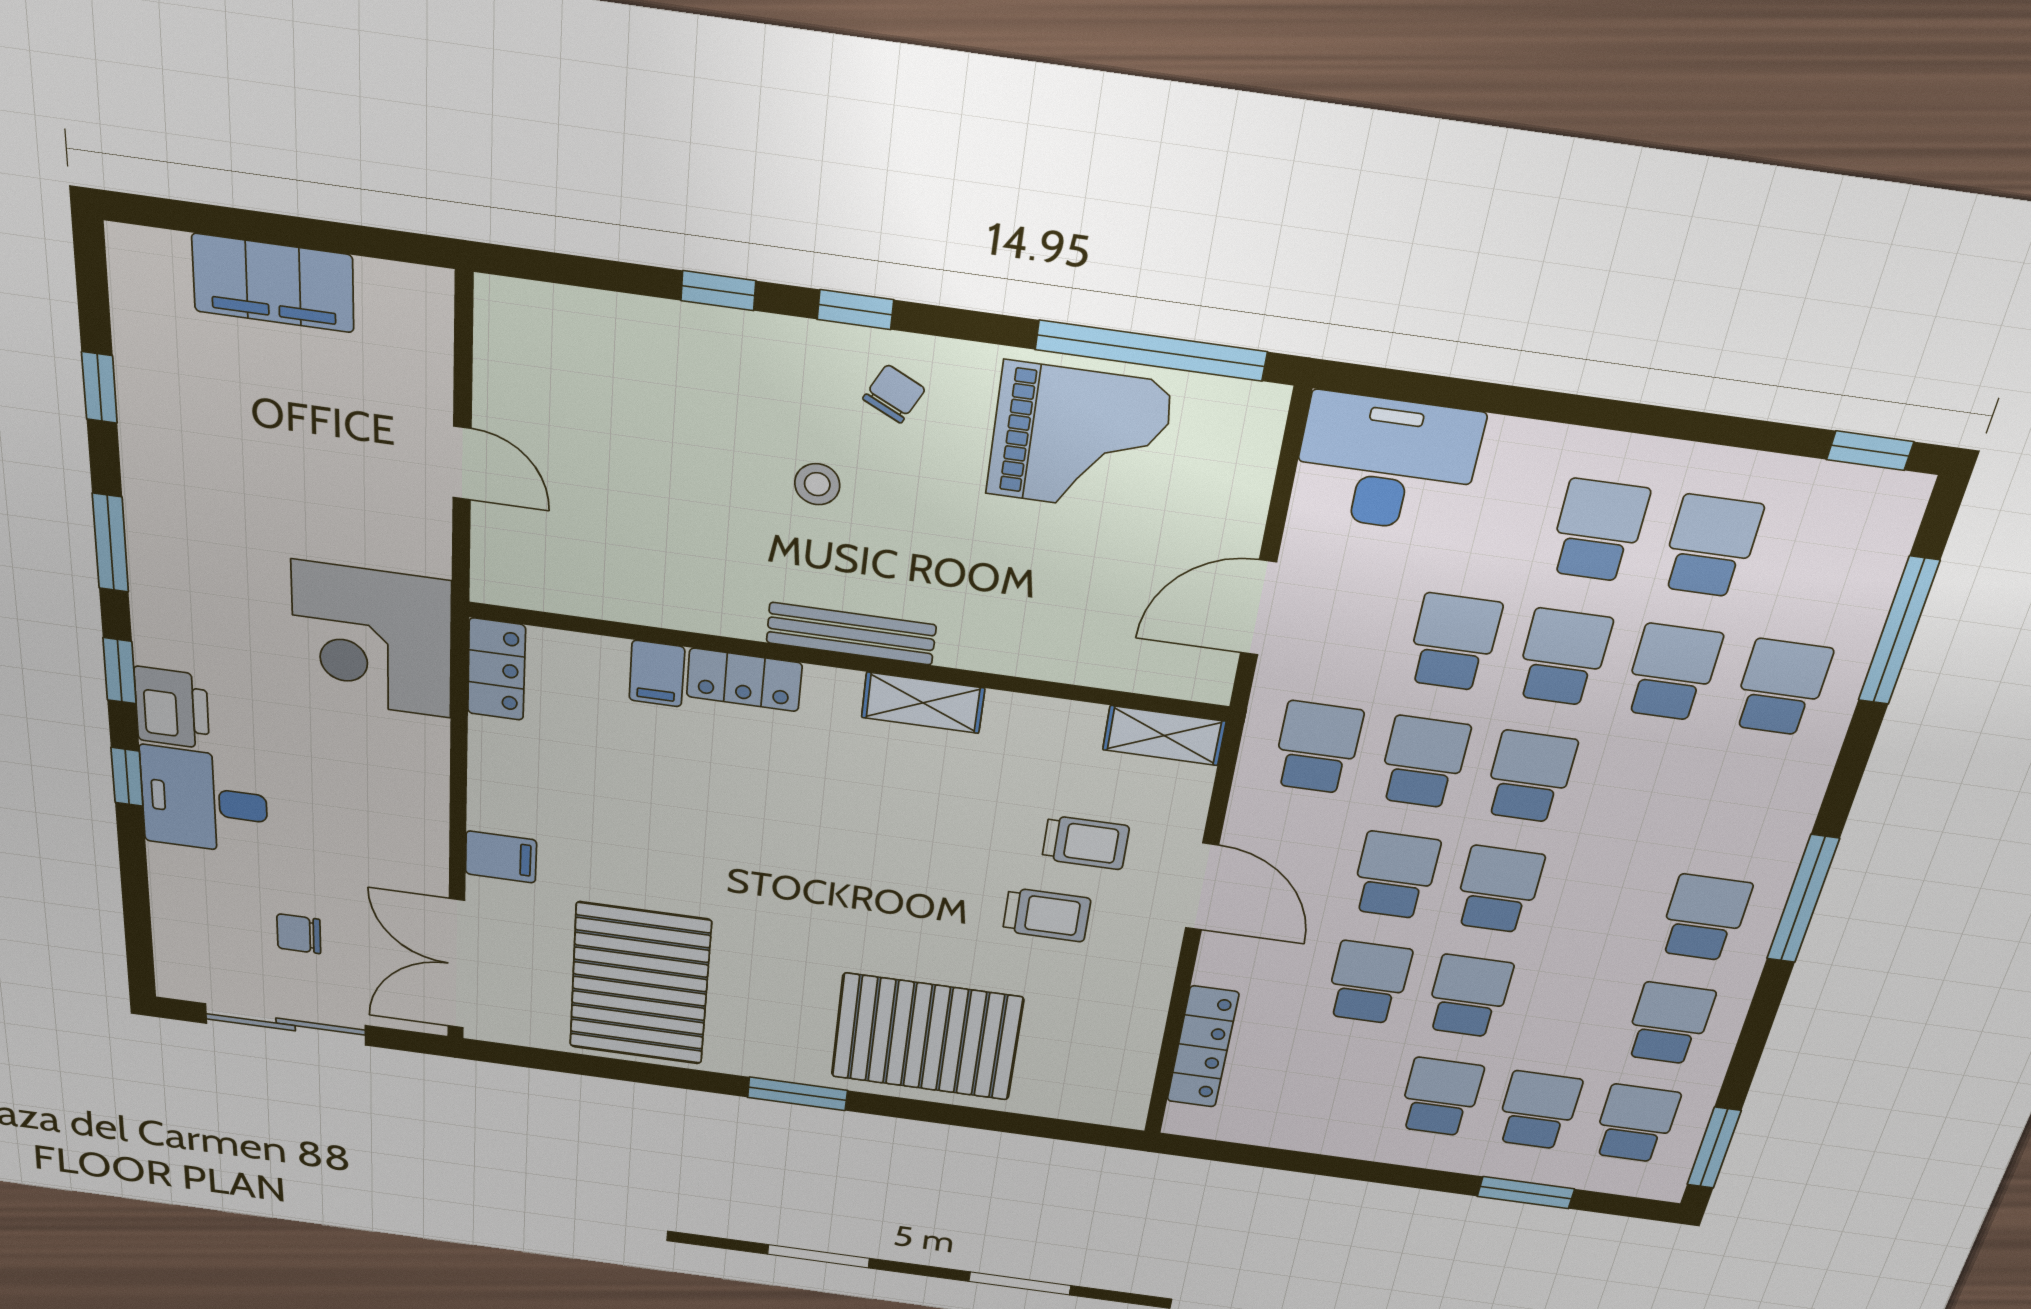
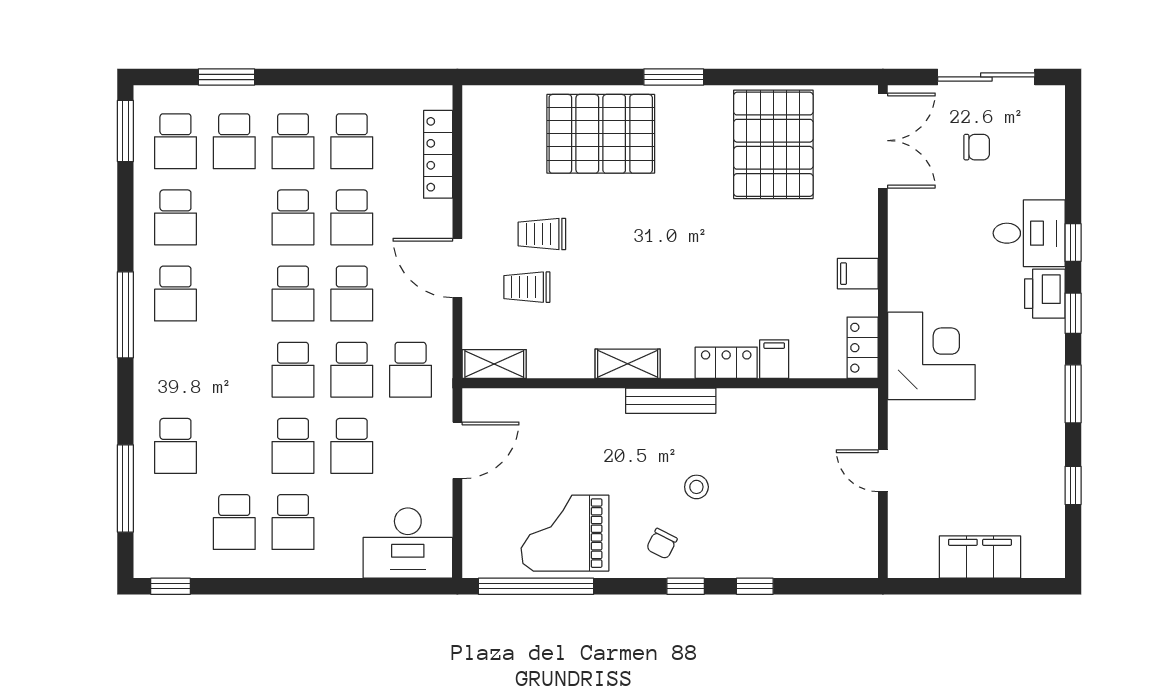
school desk: (1672, 672) -> (352, 141), moved
filing cabinet: (501, 857) -> (858, 274), moved

